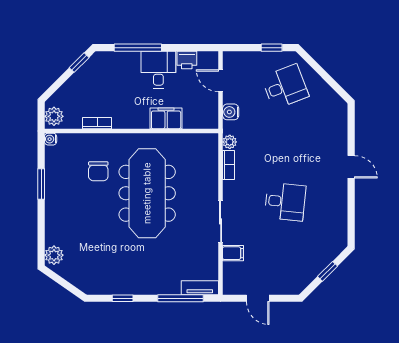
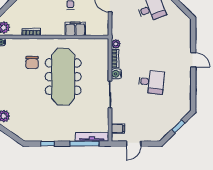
water cooler: (231, 112) -> (116, 74), moved
filing cabinet: (233, 253) -> (118, 129), moved
tv unit: (200, 288) -> (92, 137), width x1.41
door: (258, 298) -> (134, 144), hinge flipped

